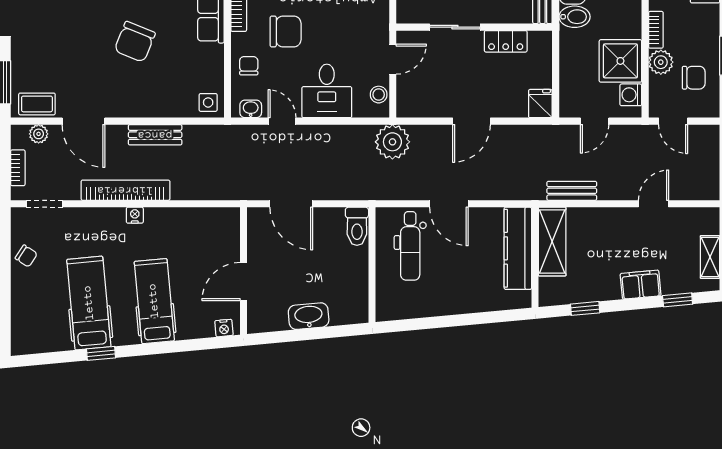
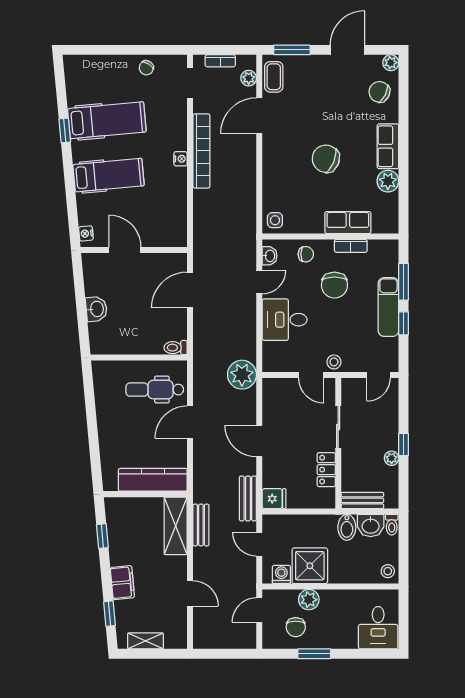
bookcase: (656, 30) -> (336, 595), removed
stool: (379, 95) -> (334, 362), moved
bench: (155, 135) -> (248, 498), moved
toilet: (357, 226) -> (176, 348), width x0.73, depth x0.72
shelving: (552, 242) -> (176, 526), moved, turned 90
washbasin: (309, 316) -> (96, 309), width x0.72

